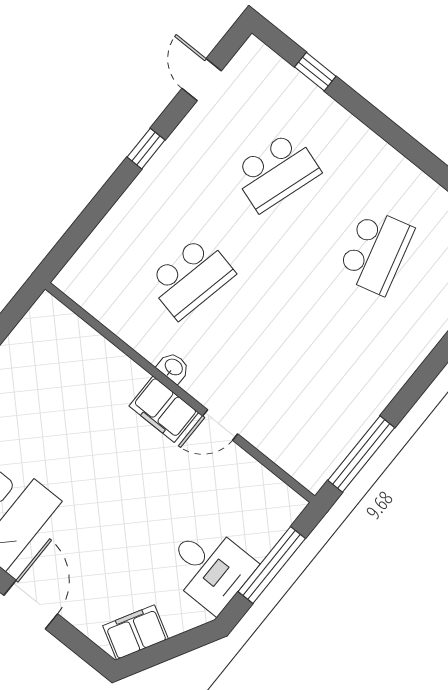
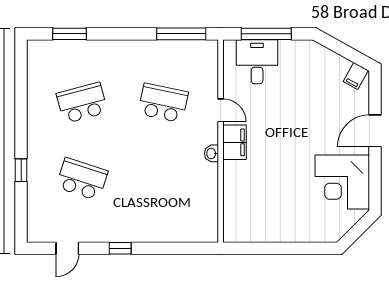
window: (315, 72) -> (21, 170), moved
school desk: (191, 277) -> (163, 103), moved
desk: (210, 568) -> (257, 62), moved
filing cabinet: (135, 632) -> (356, 76), width x0.50

